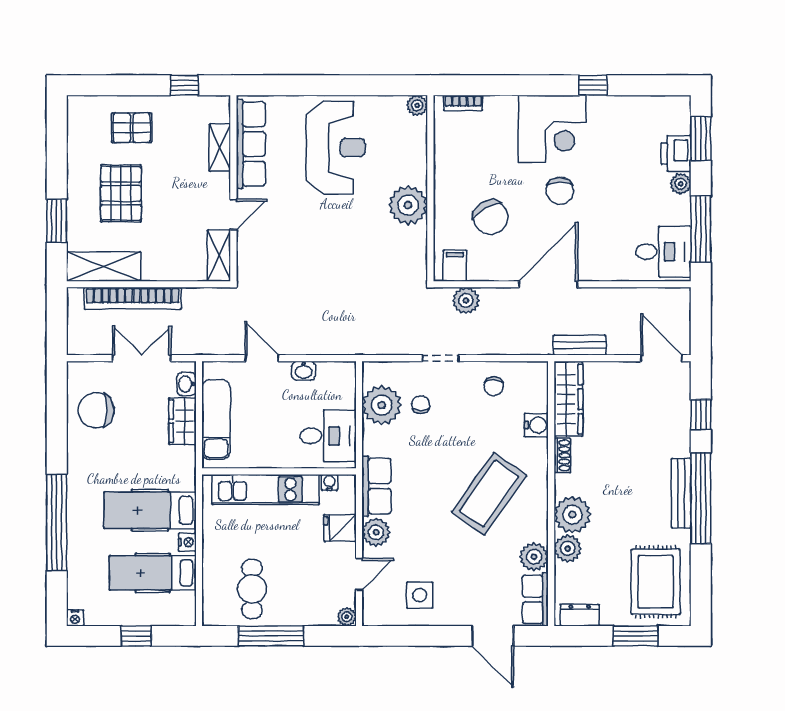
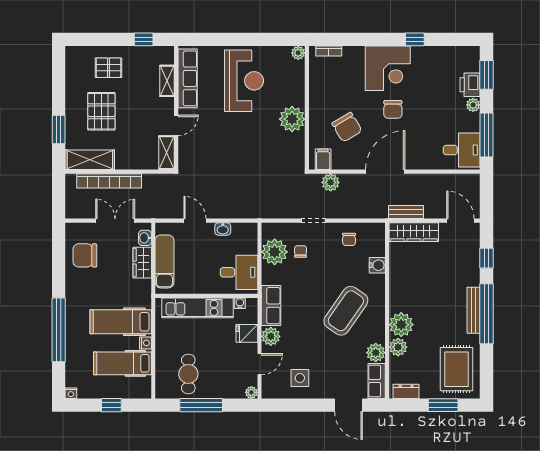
wardrobe: (568, 399) -> (414, 232), moved, turned 90
shoe rack: (562, 455) -> (395, 285), removed

